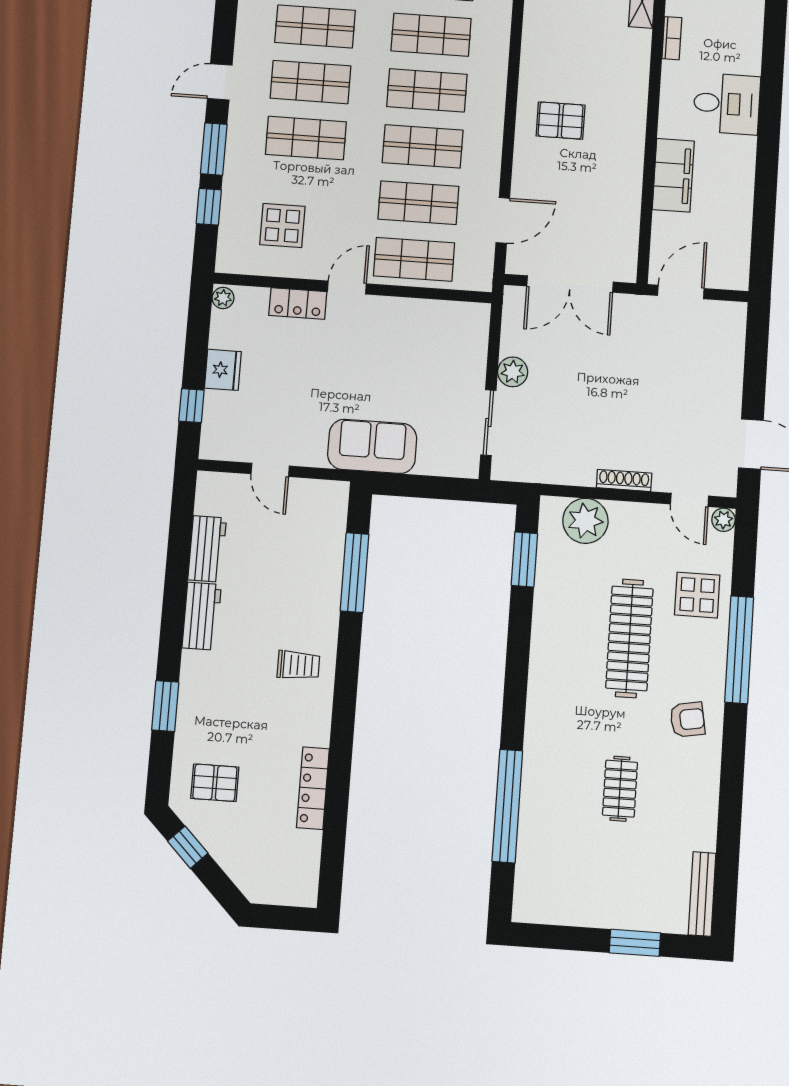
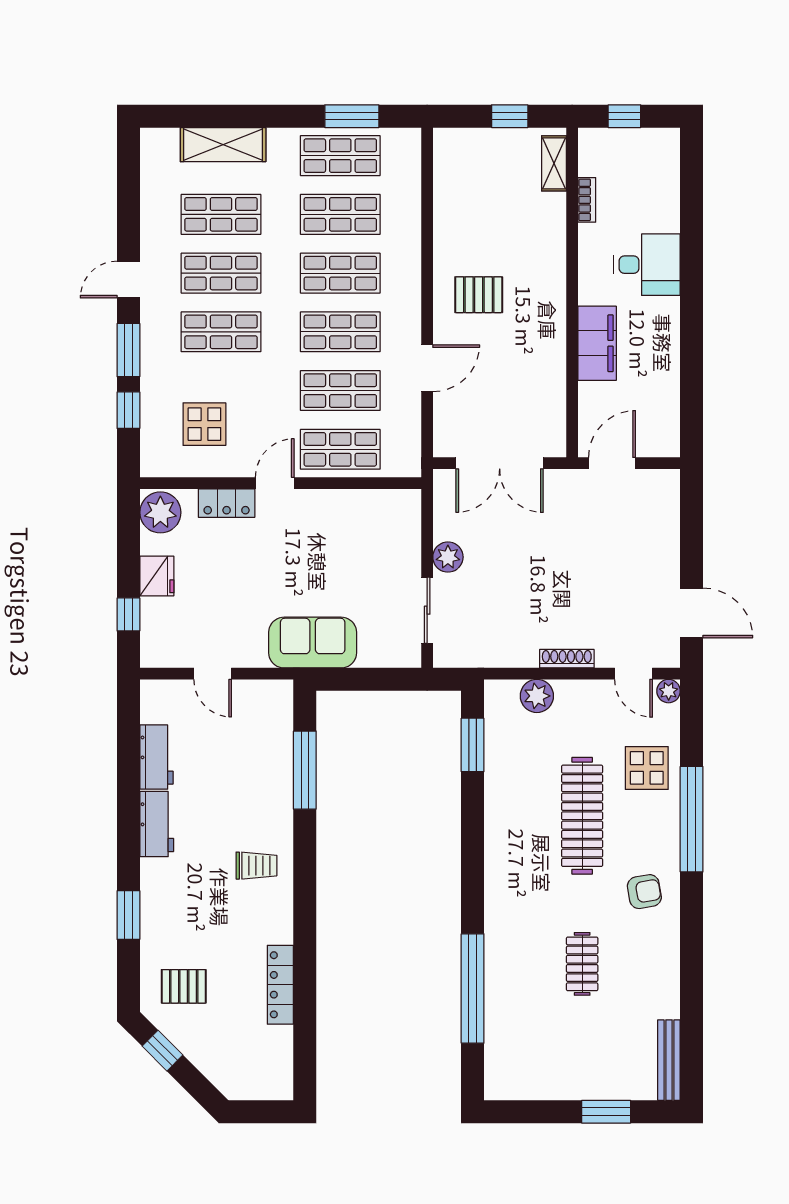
door: (503, 220) -> (427, 368), moved
plant: (223, 298) -> (160, 512), width x1.88, depth x1.88
plant: (585, 521) -> (537, 696), width x0.73, depth x0.73

